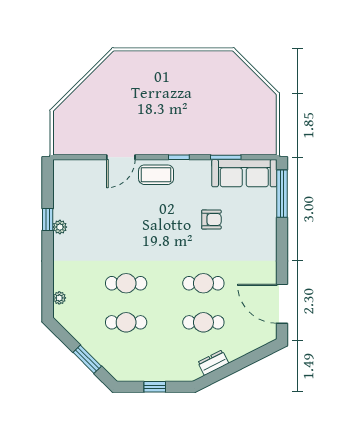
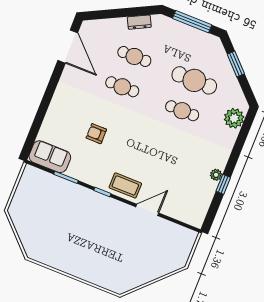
sofa: (244, 173) -> (50, 157), width x0.73
window: (282, 194) -> (34, 132), removed
plant: (59, 298) -> (234, 118), width x1.88, depth x1.88
cafe table: (126, 322) -> (194, 80), width x1.37, depth x1.35
window: (155, 387) -> (192, 22), width x2.17

